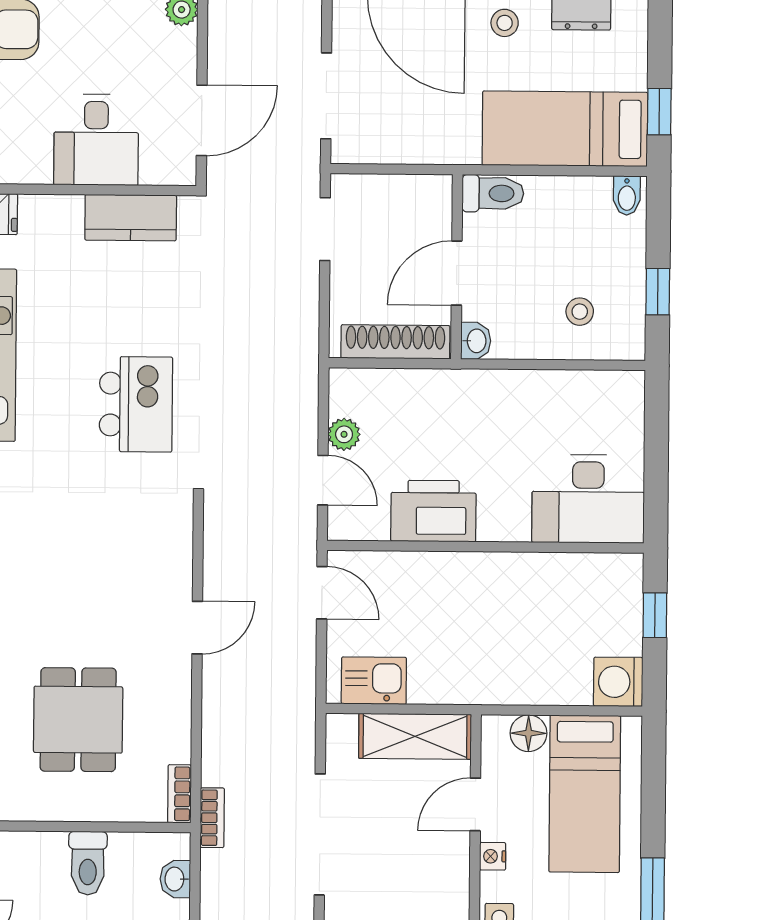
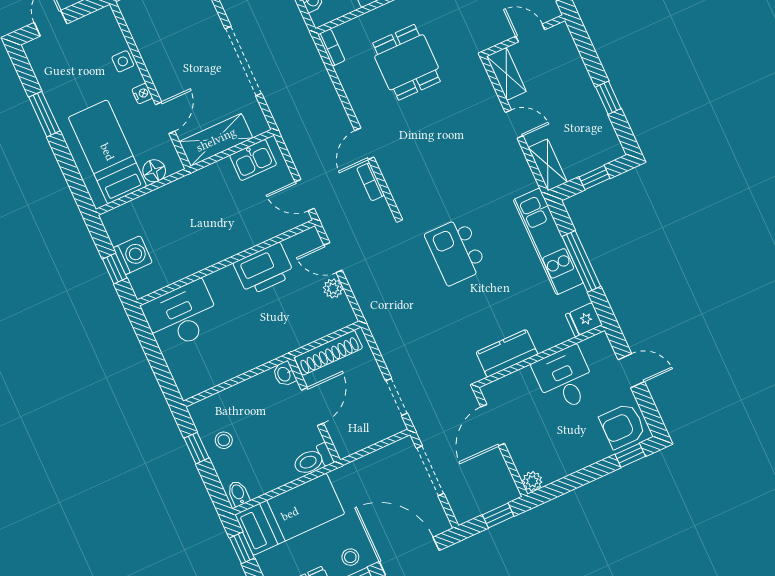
desk: (96, 140) -> (565, 379), moved
stool: (580, 312) -> (224, 440), moved
washing machine: (618, 682) -> (133, 255), moved
bookcase: (212, 818) -> (371, 182), moved

